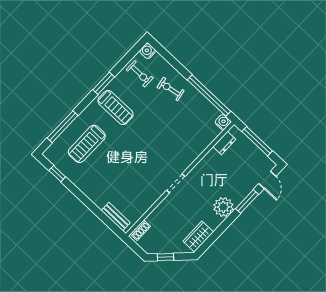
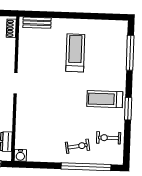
water cooler: (148, 51) -> (117, 159), removed
window: (209, 96) -> (86, 167), moved
treadmill: (87, 144) -> (75, 53), moved
window: (57, 174) -> (105, 17), removed

